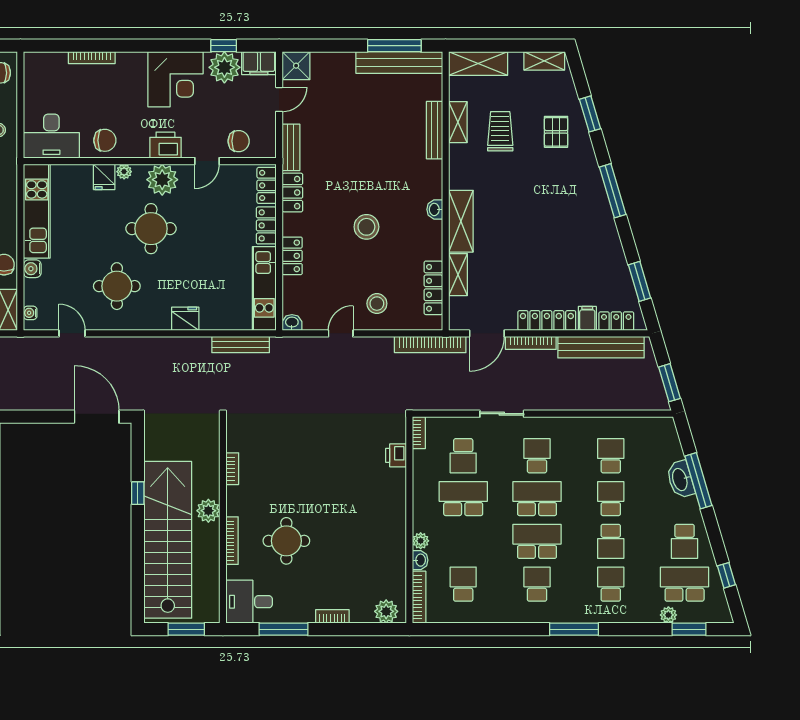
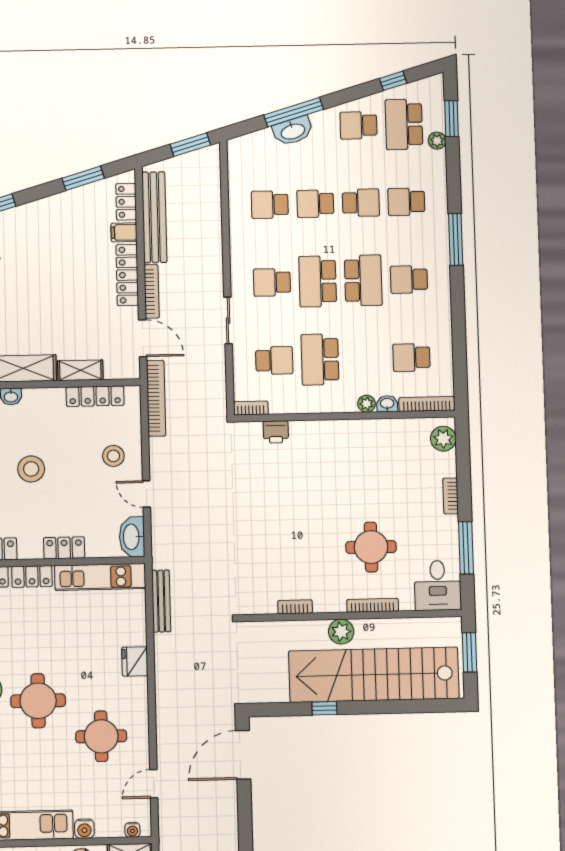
washbasin: (292, 323) -> (132, 537), width x1.91, depth x1.45
school desk: (537, 541) -> (363, 280), turned 180
school desk: (685, 541) -> (358, 125), turned 180

